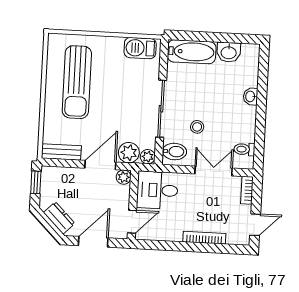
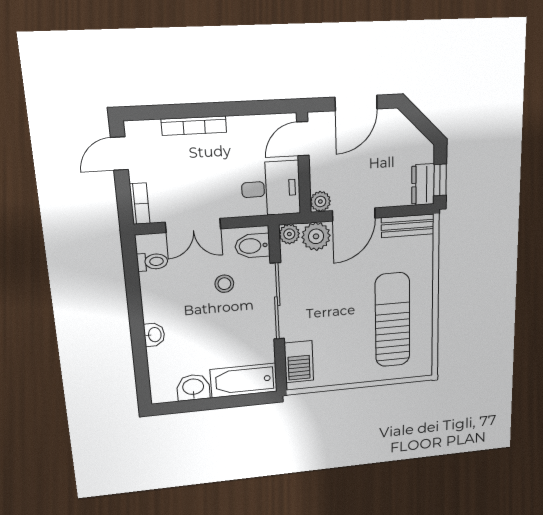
barbecue: (140, 48) -> (299, 362), moved, turned 90
dresser: (59, 218) -> (423, 185), moved, turned 45

